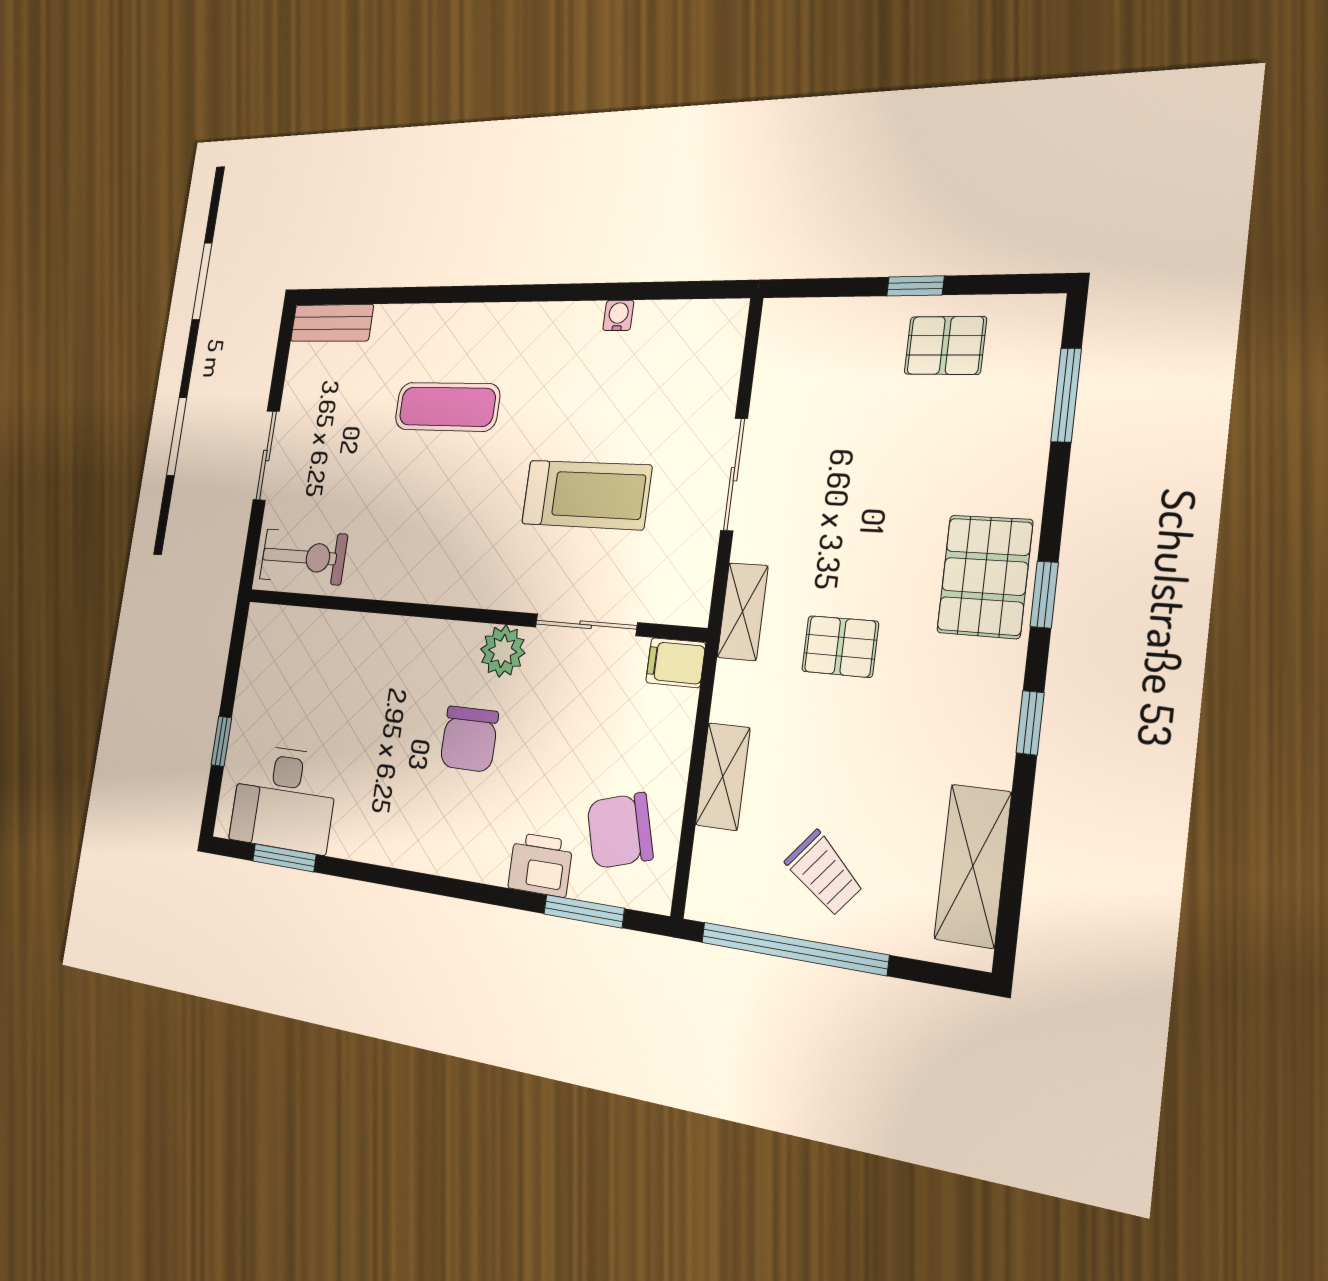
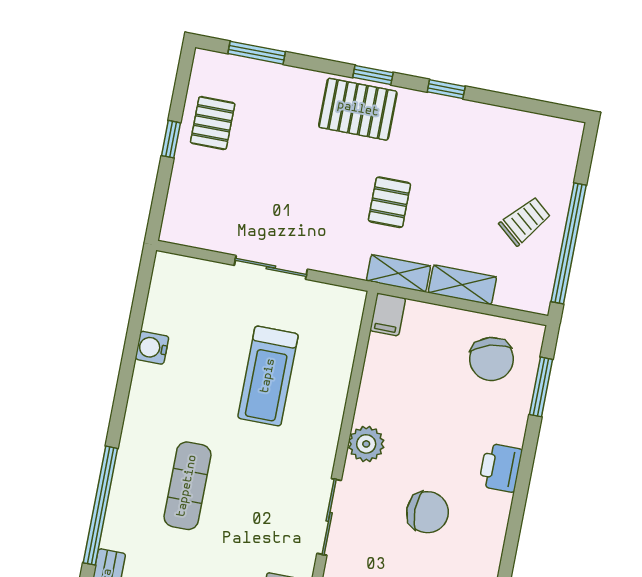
window: (422, 295) -> (100, 506), added
water cooler: (618, 315) -> (152, 348), width x1.38, depth x1.38
treadmill: (586, 495) -> (268, 376), turned 180
shelving: (743, 612) -> (398, 273), moved
sliding door: (586, 625) -> (329, 517), moved
chair: (469, 739) -> (427, 512), moved
printer: (540, 865) -> (500, 468), moved
shelving: (973, 866) -> (525, 129), removed

